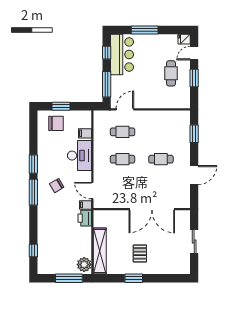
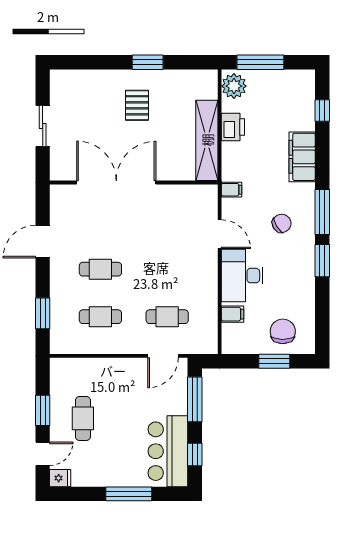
chair: (56, 123) -> (283, 331), turned 90
cafe table: (123, 159) -> (100, 317), moved
door: (92, 191) -> (220, 234), moved
printer: (85, 218) -> (233, 127), moved
filing cabinet: (45, 224) -> (302, 157), added
shelving: (100, 251) -> (207, 140), moved

